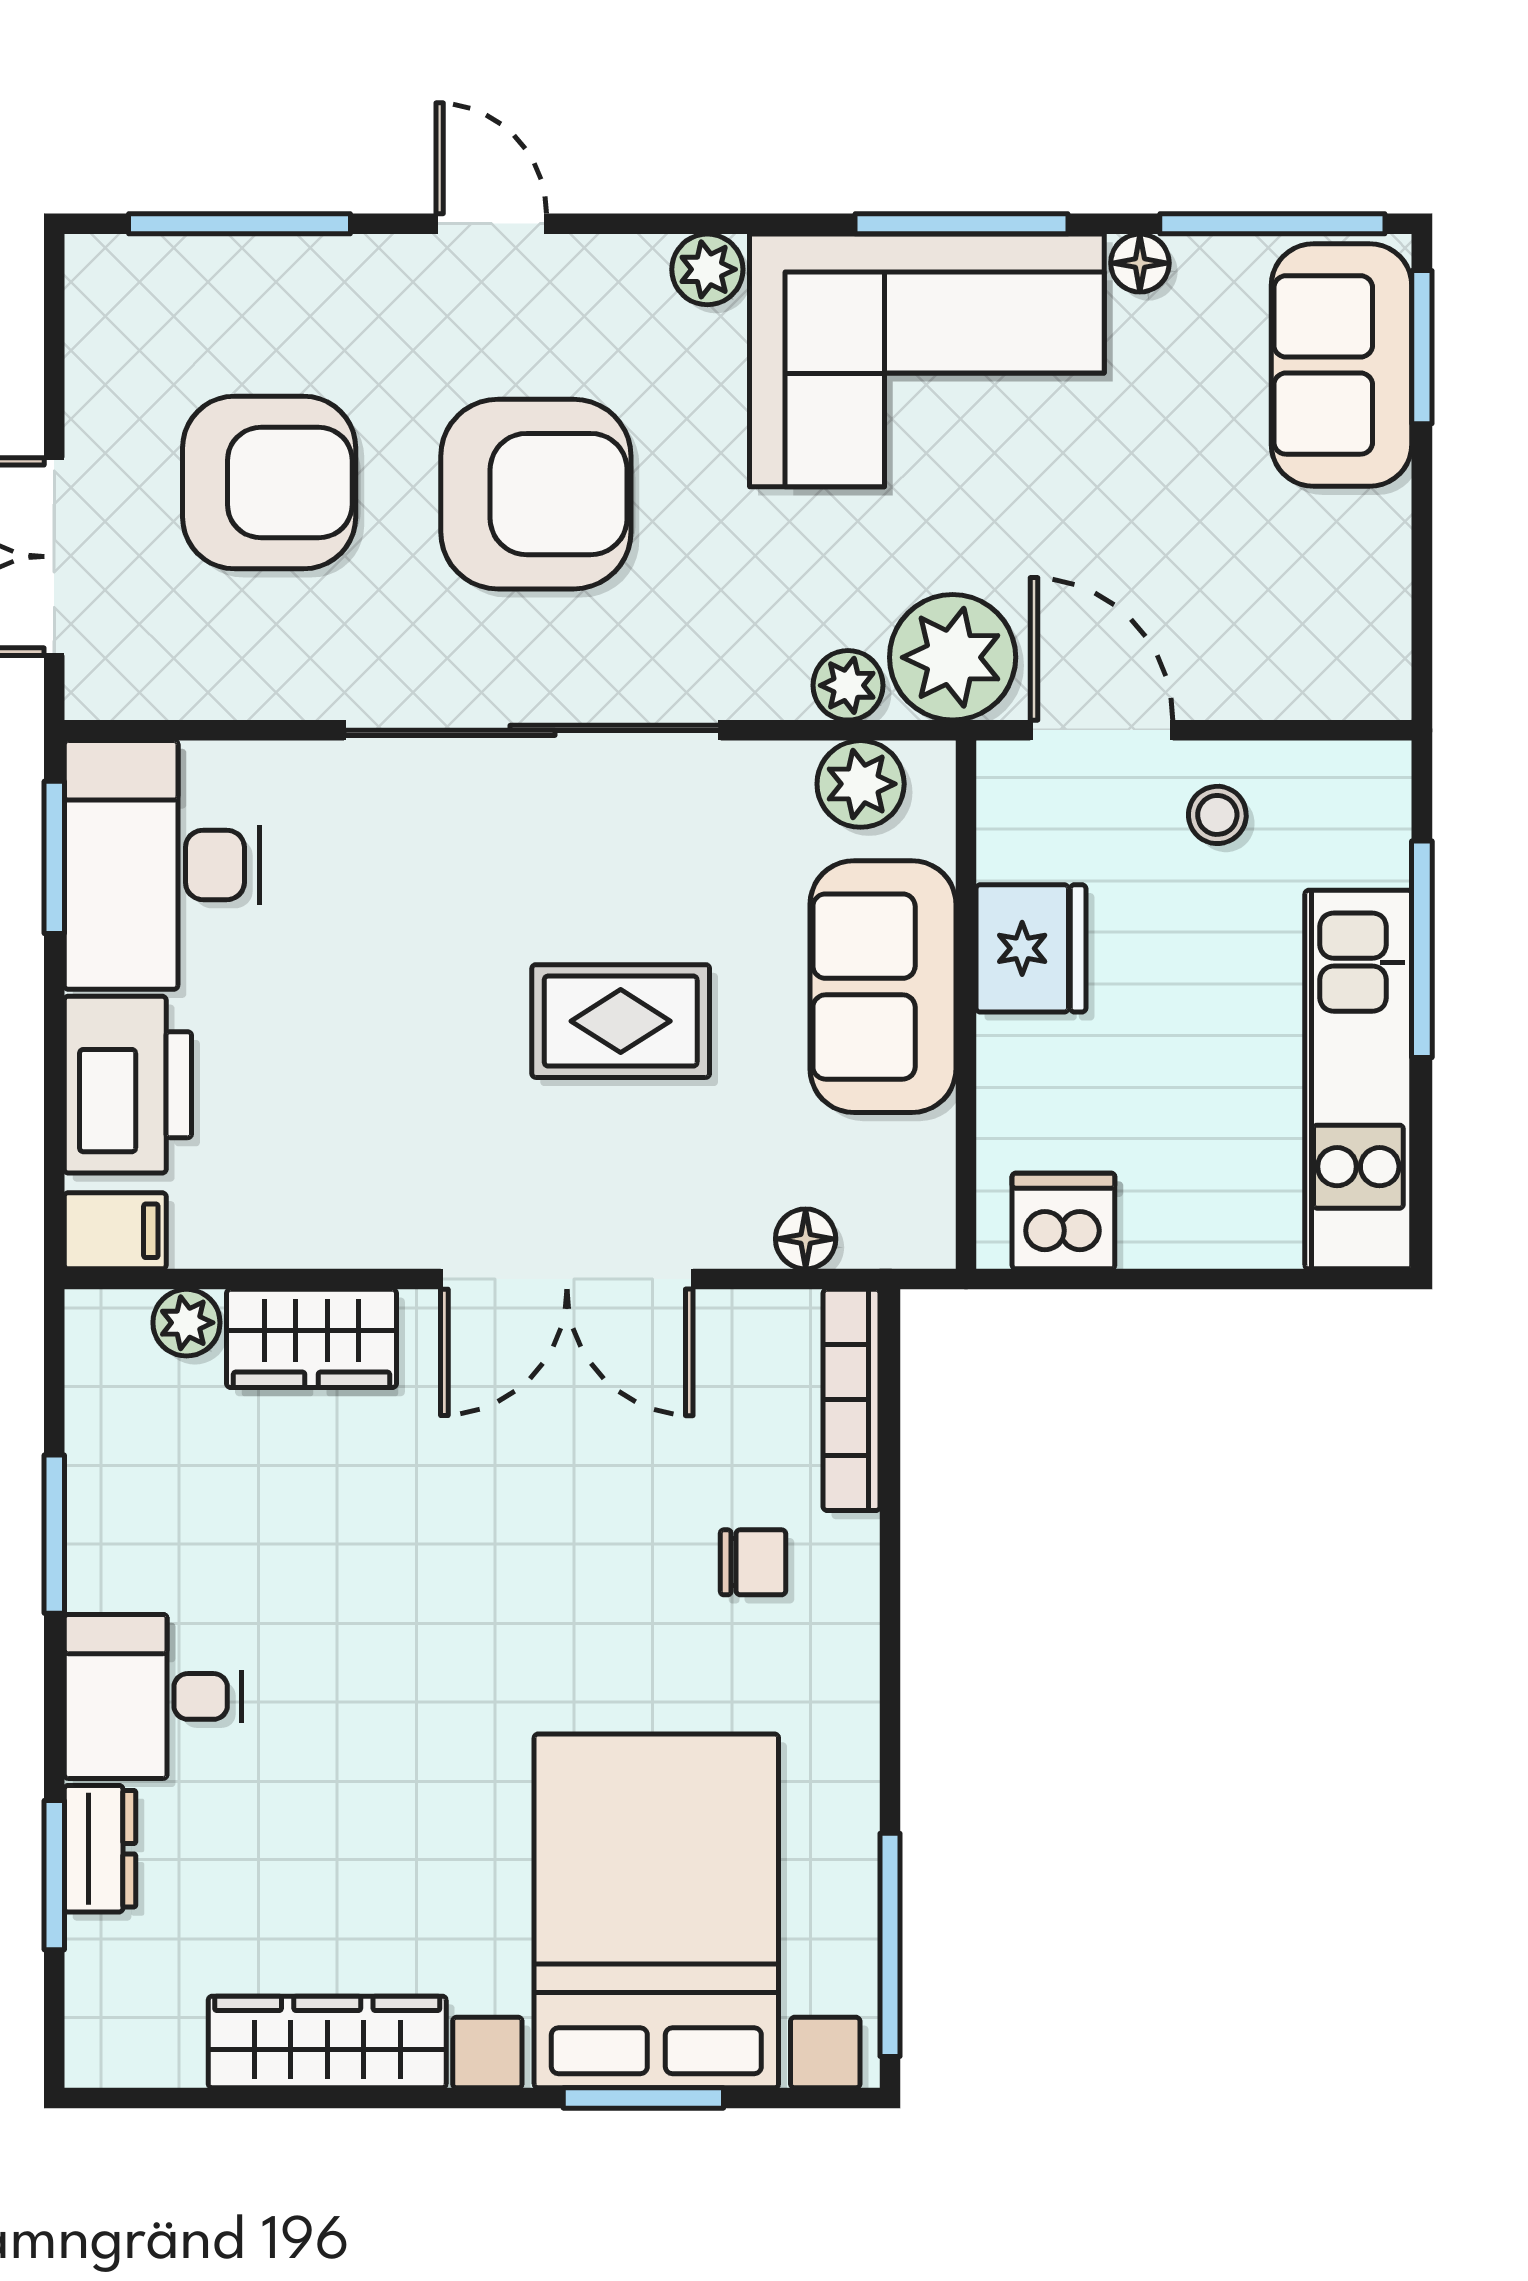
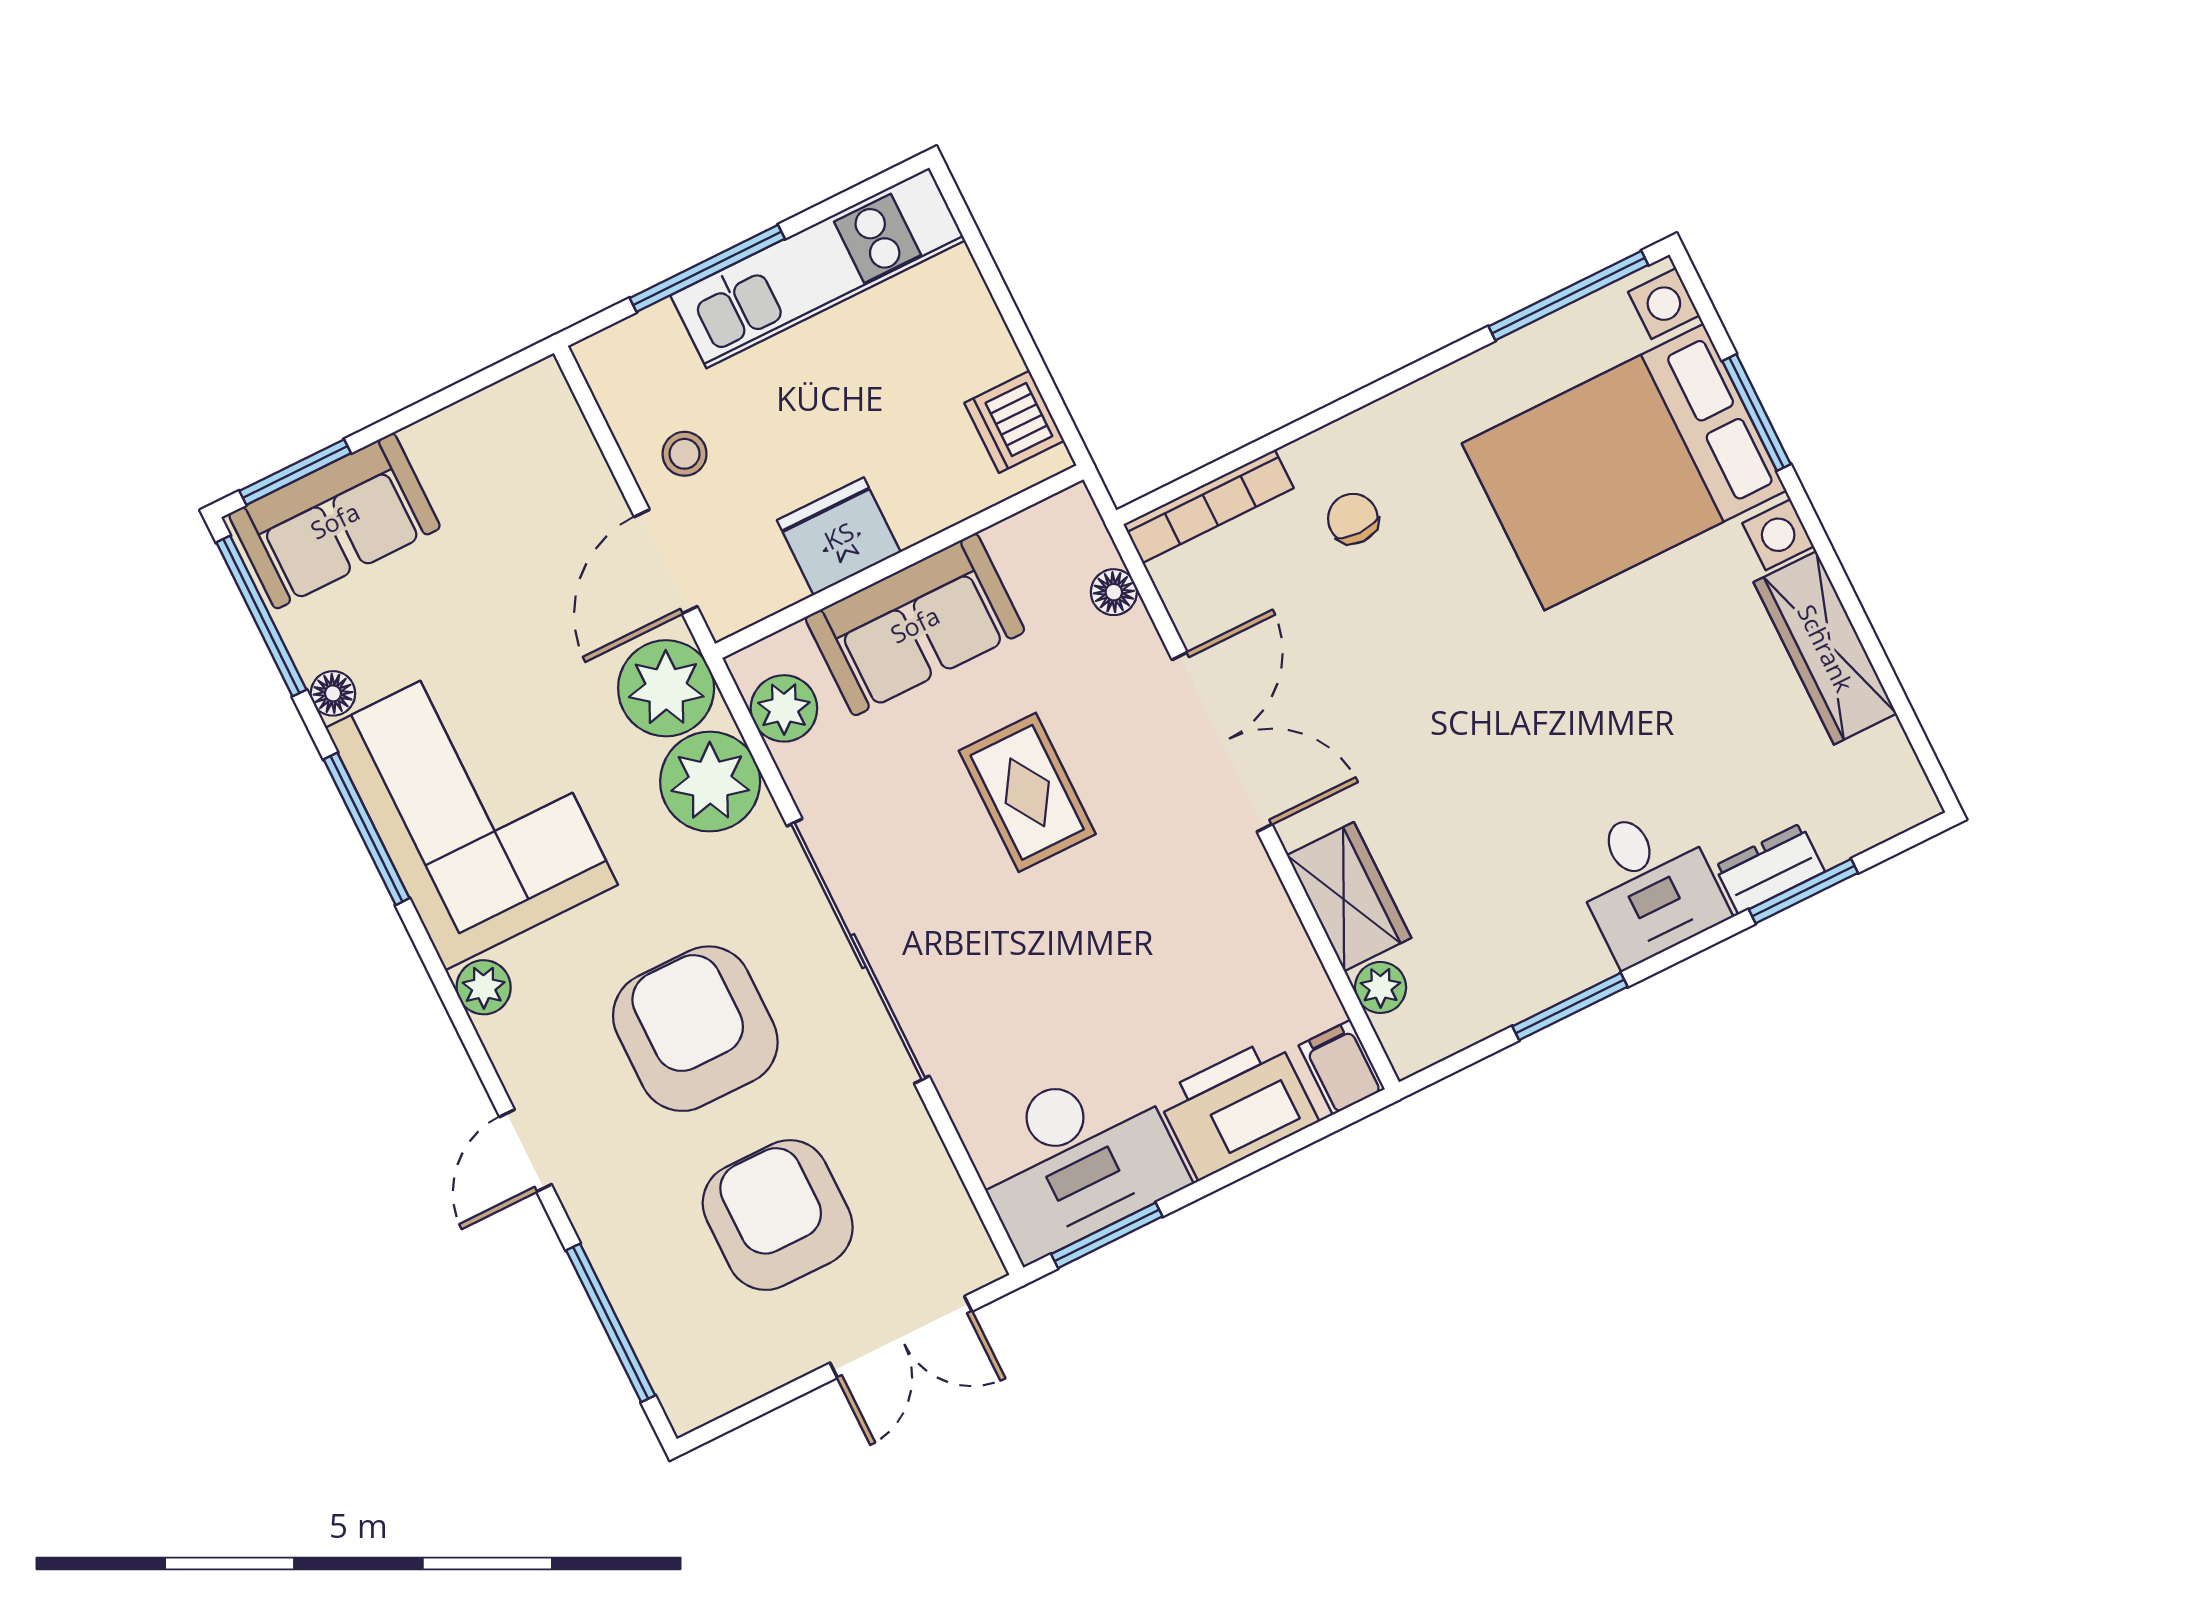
plant: (848, 685) -> (710, 782), width x1.87, depth x1.87

